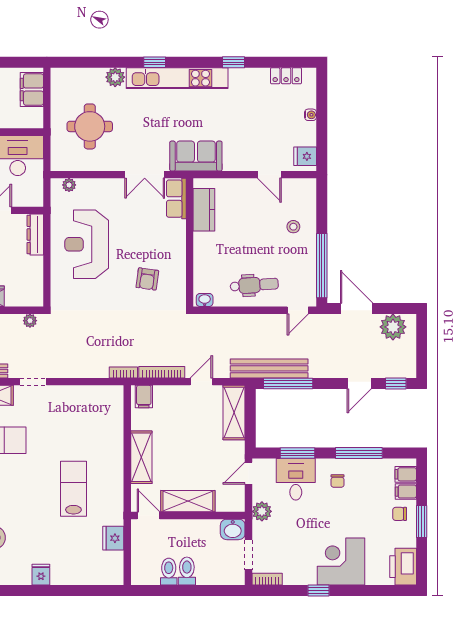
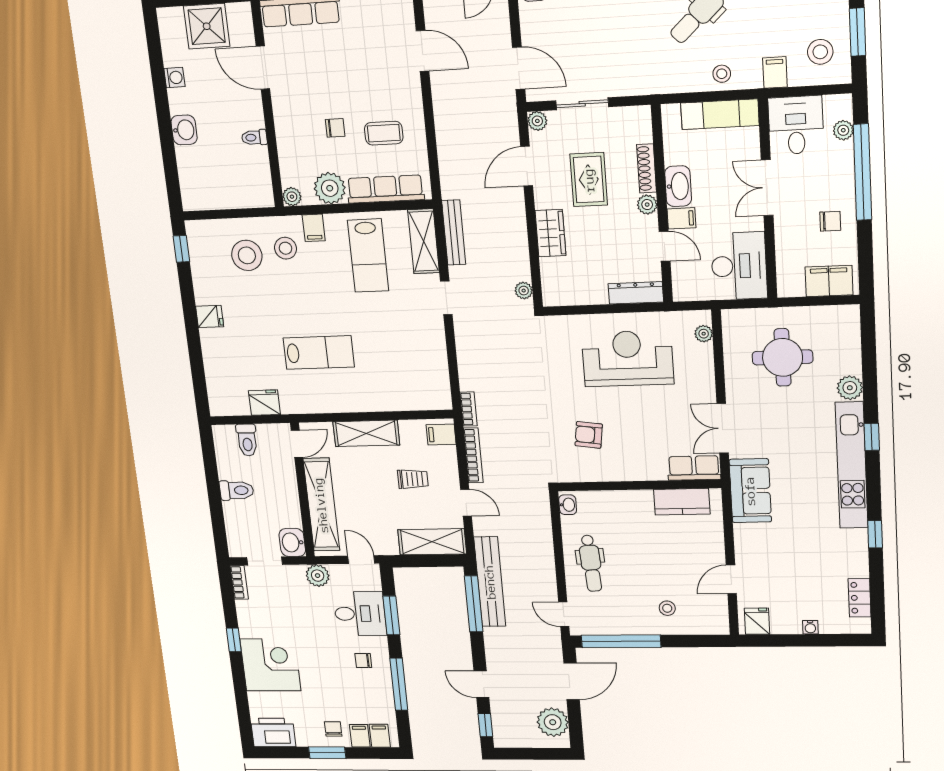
trolley: (180, 423) -> (413, 479), added
shelving: (188, 501) -> (321, 505), width x1.47
toilet: (169, 572) -> (247, 440), moved, turned 90

